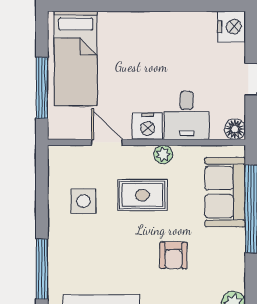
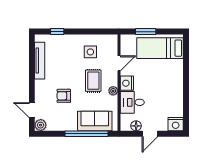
window: (42, 88) -> (146, 32), width x0.69
floor lamp: (235, 129) -> (136, 126), moved
window: (42, 269) -> (57, 32), width x0.46

